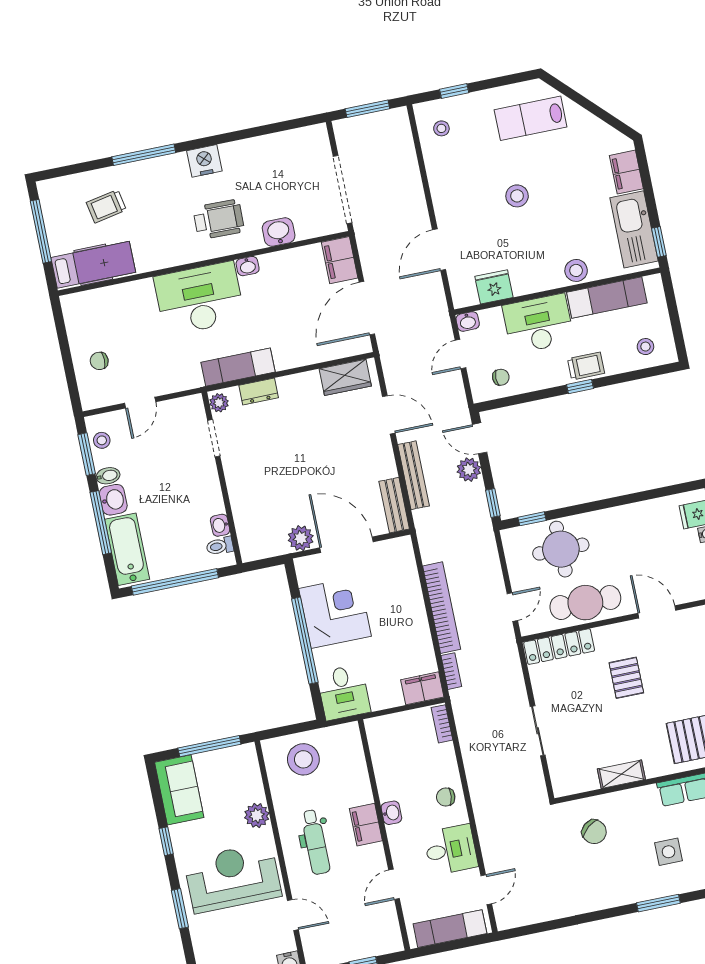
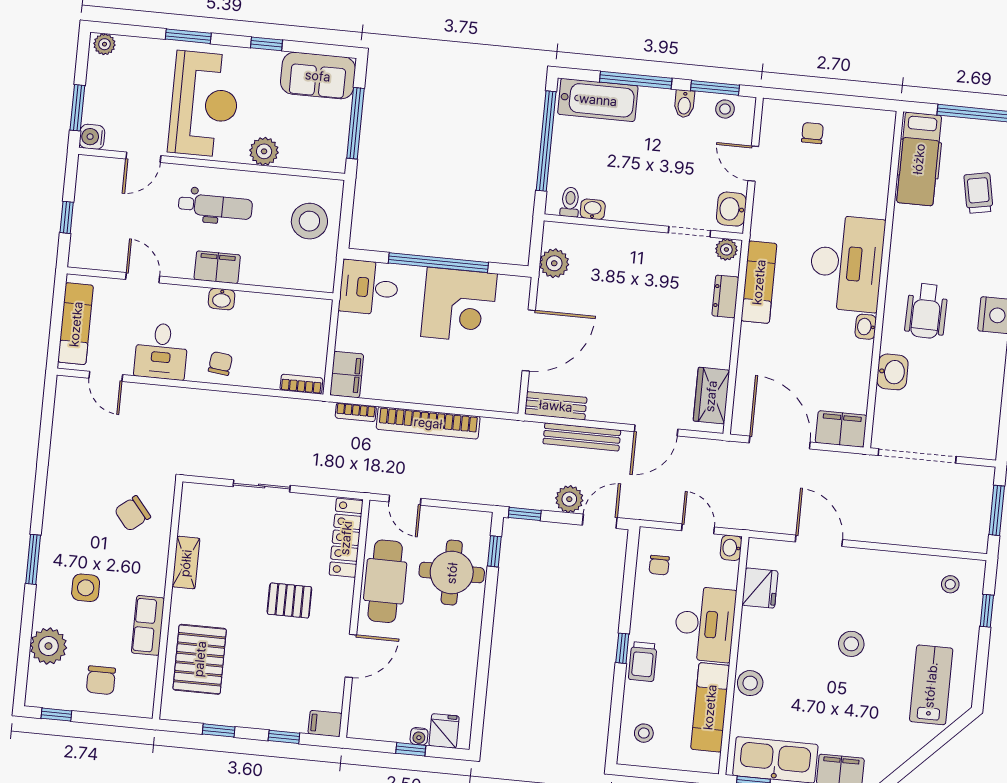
washbasin: (113, 500) -> (731, 209), moved, turned 90
plant: (301, 538) -> (554, 263), moved
dental chair: (315, 842) -> (215, 206), turned 180

